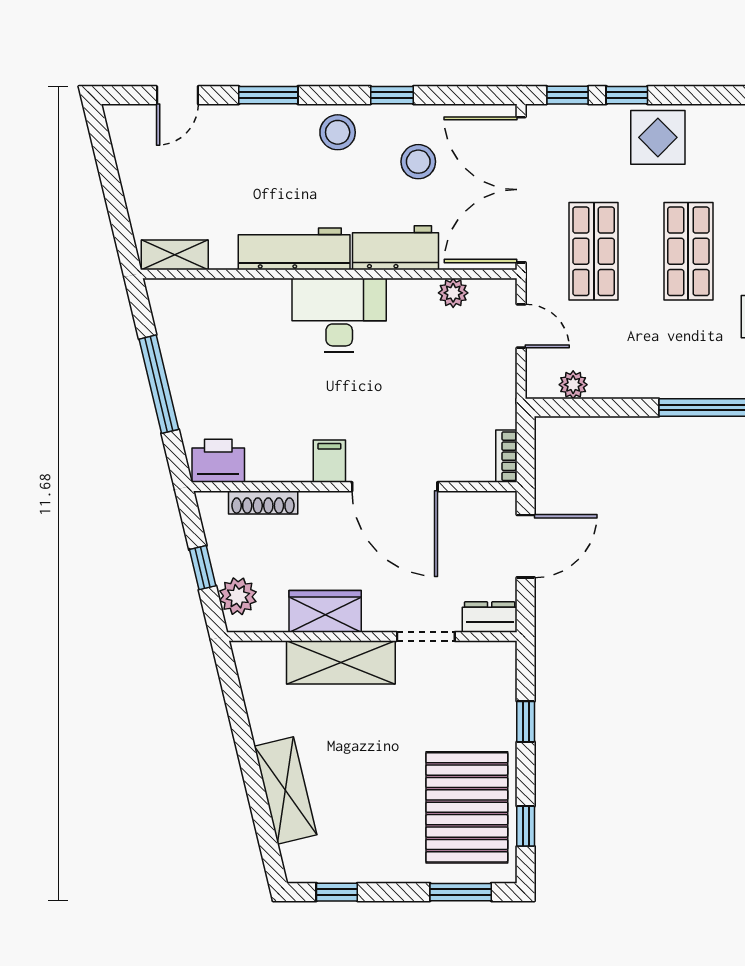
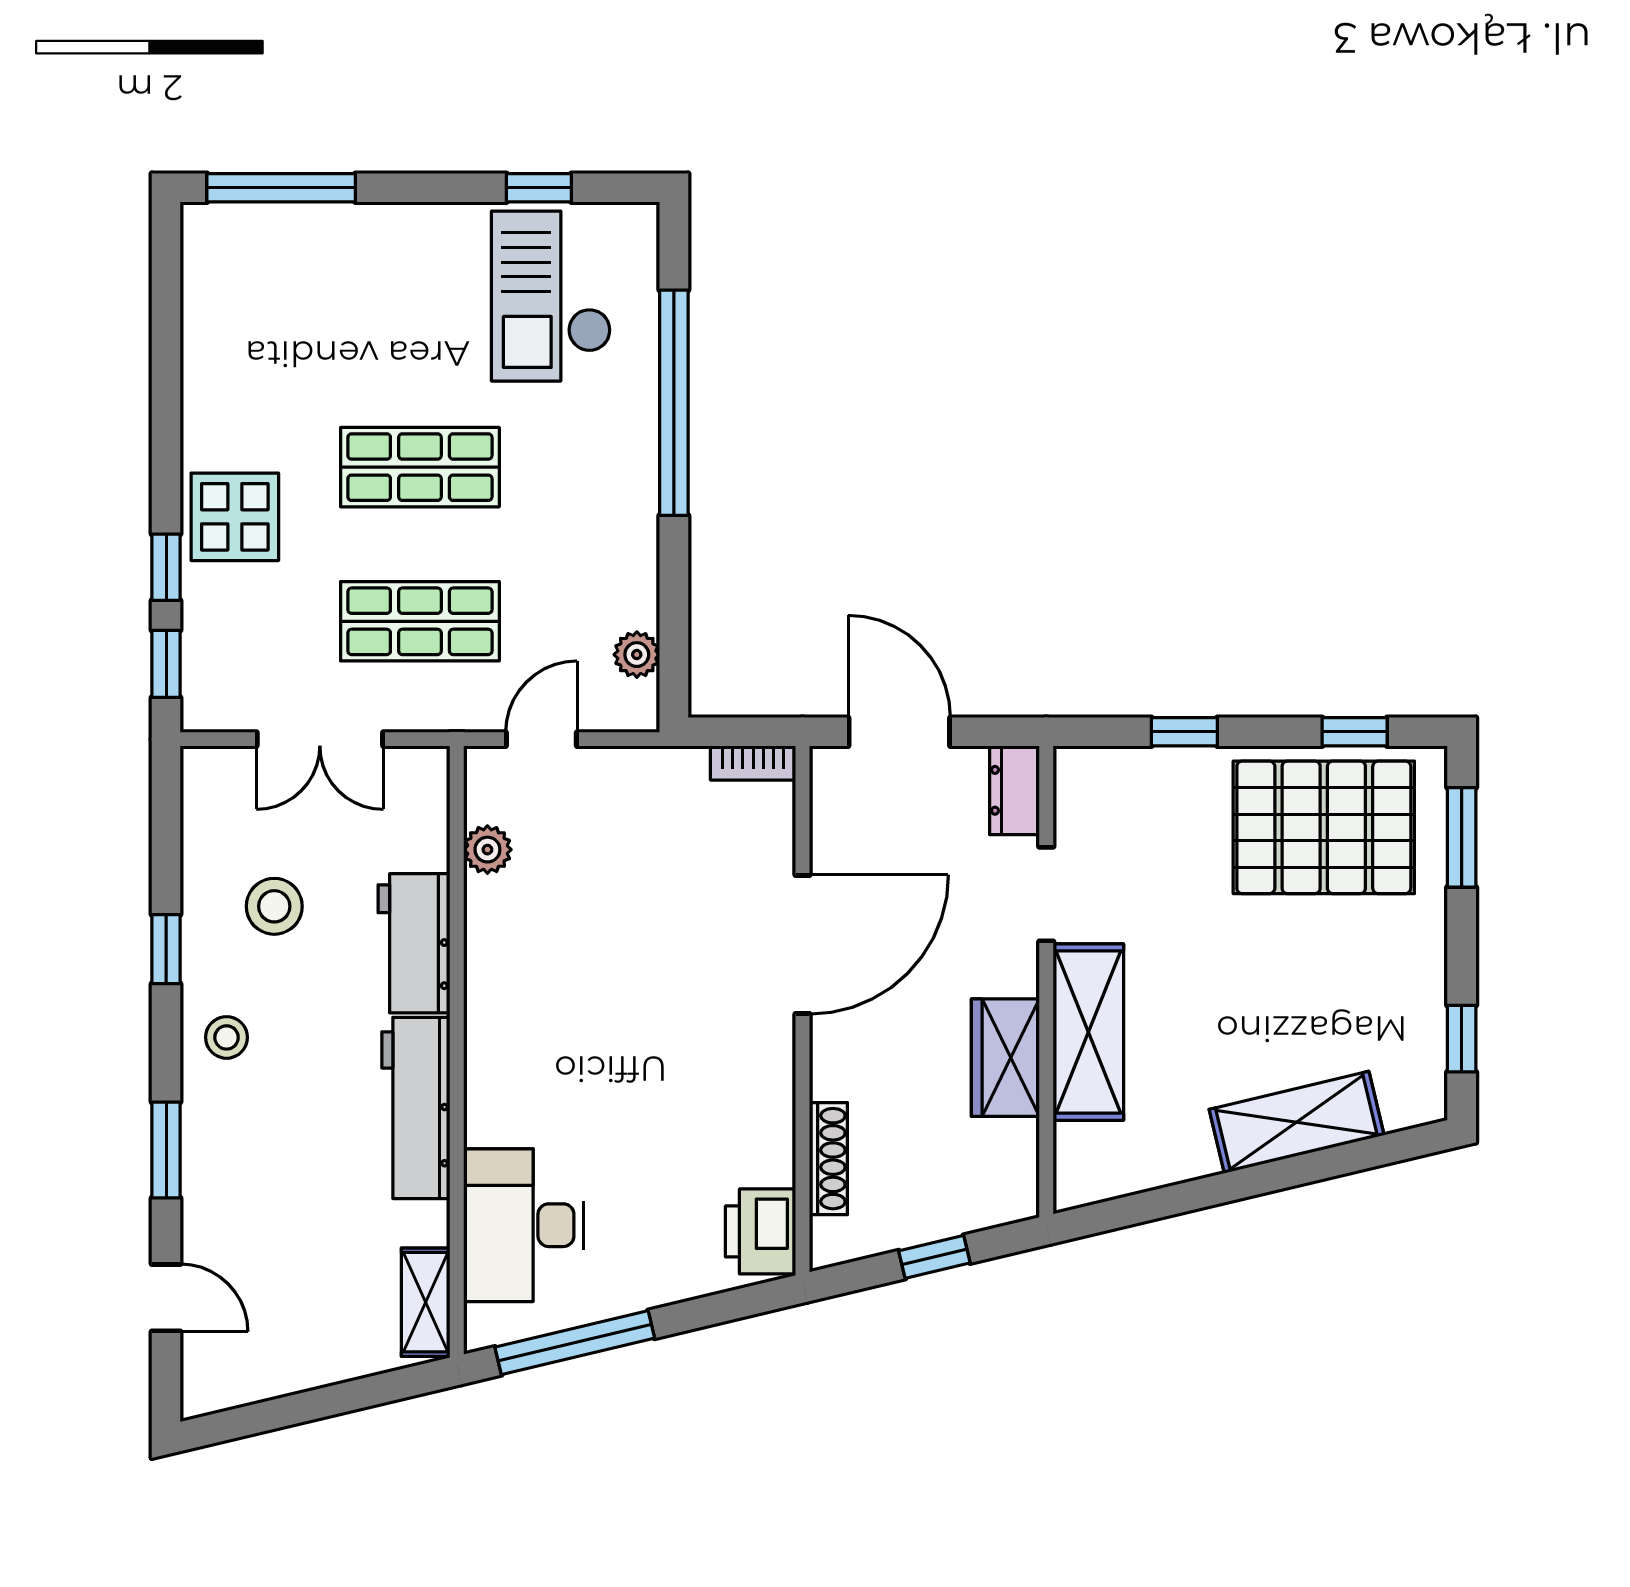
stool: (338, 132) -> (227, 1037), width x0.73, depth x0.73
double door: (521, 190) -> (320, 739), width x0.54
desk: (339, 315) -> (524, 1225), moved
window: (159, 384) -> (575, 1343), moved
filing cabinet: (329, 461) -> (761, 1051), removed
plant: (238, 596) -> (981, 1200), removed

